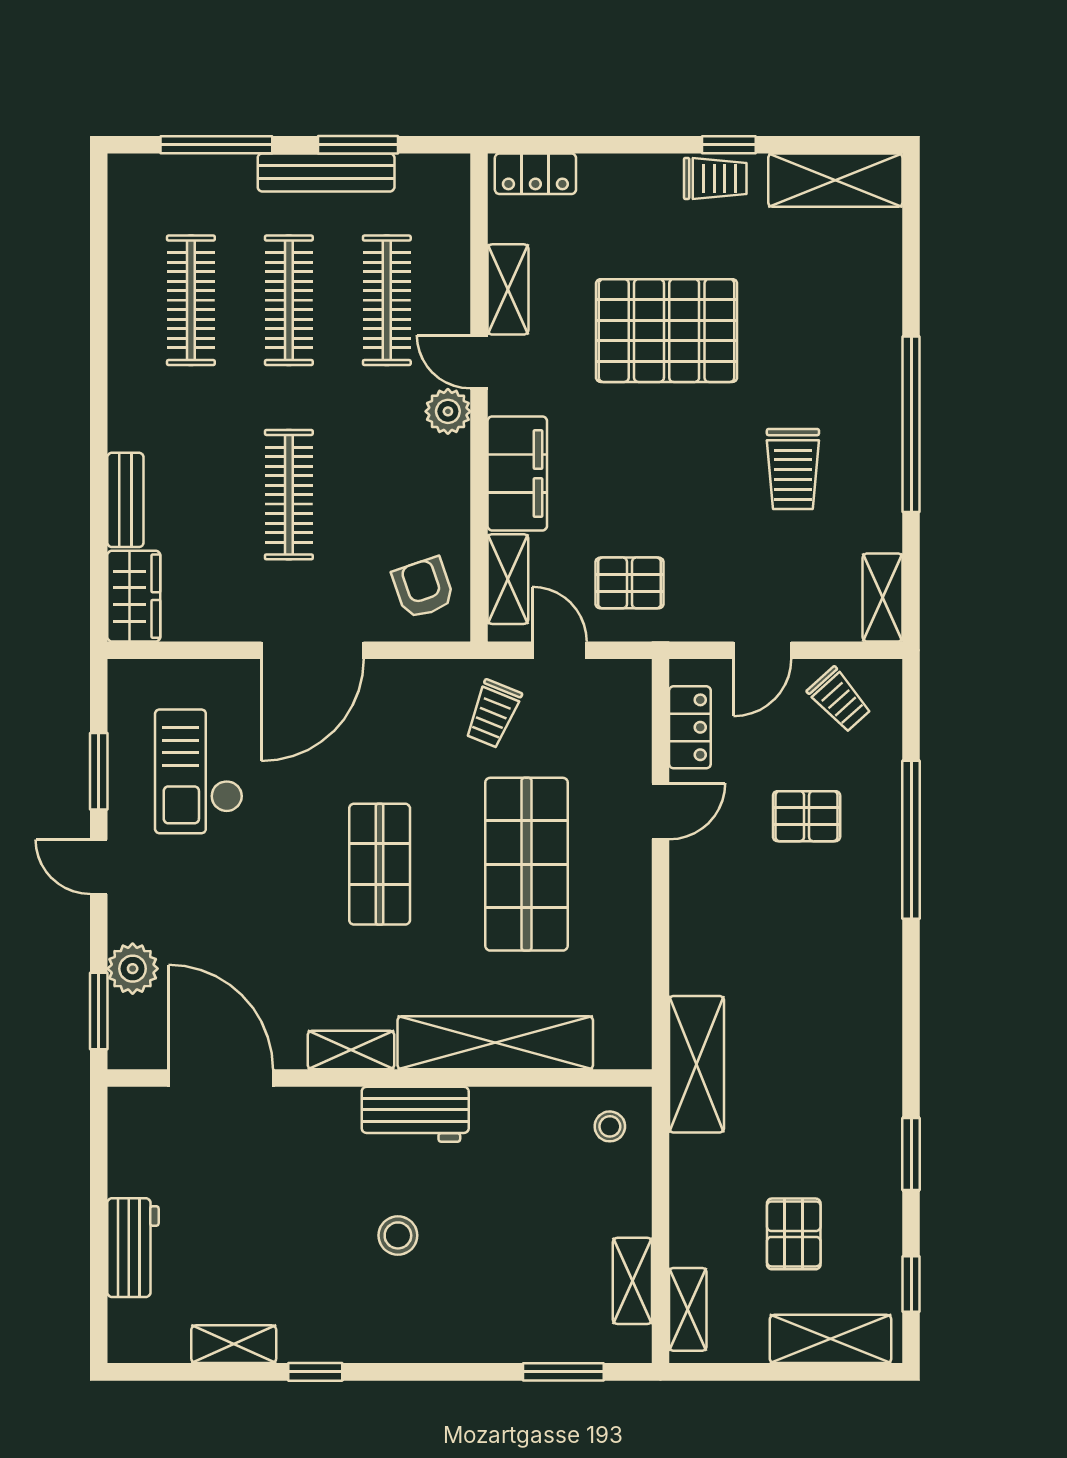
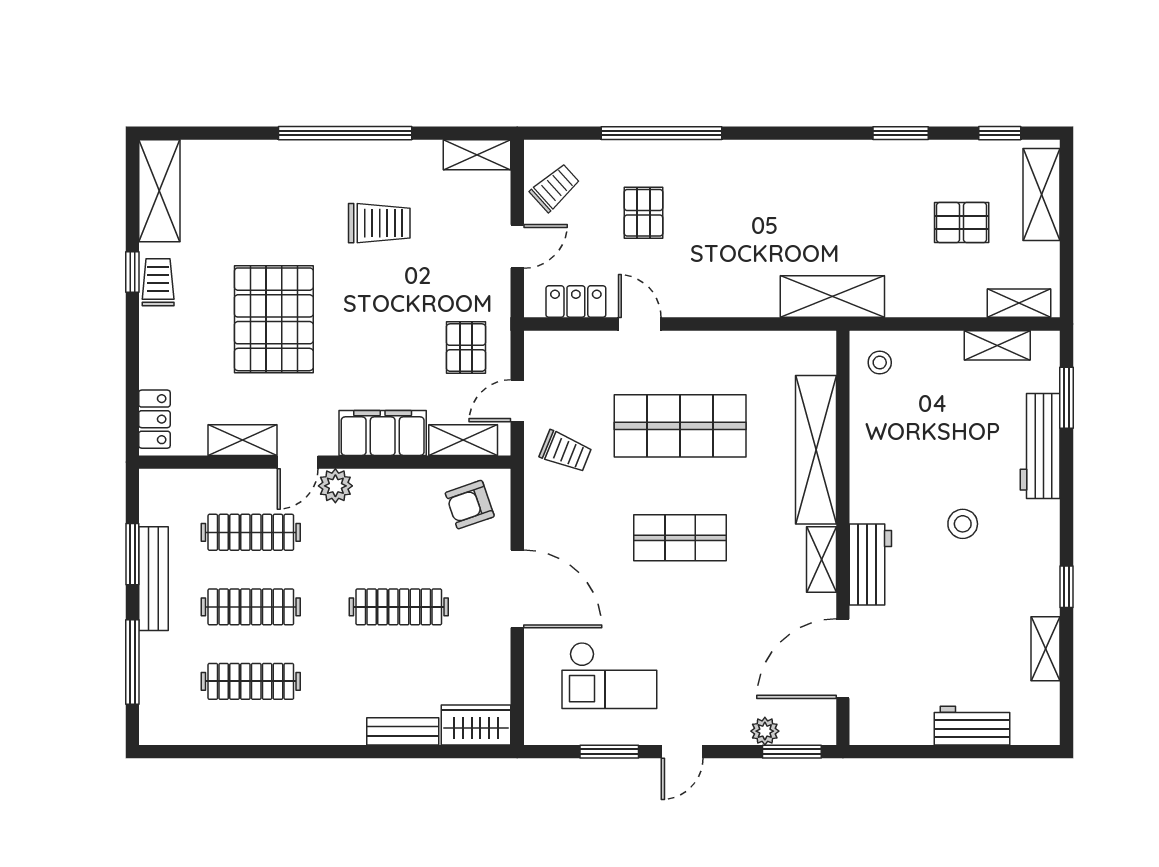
door: (762, 650) -> (517, 246), hinge flipped
plant: (133, 969) -> (765, 731), width x0.73, depth x0.73
workbench: (415, 1114) -> (870, 564), moved
workbench: (500, 1337) -> (1040, 446), added

